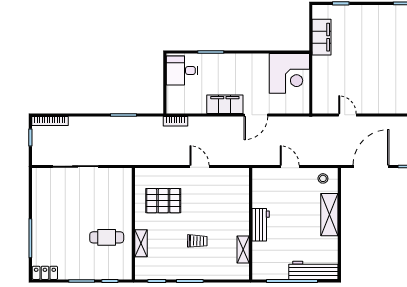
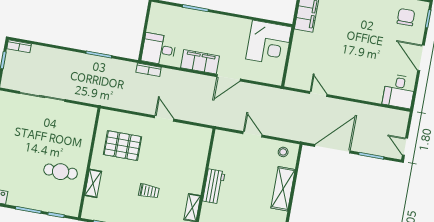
desk: (182, 70) -> (159, 49), moved
bookcase: (50, 121) -> (19, 46), width x0.64

